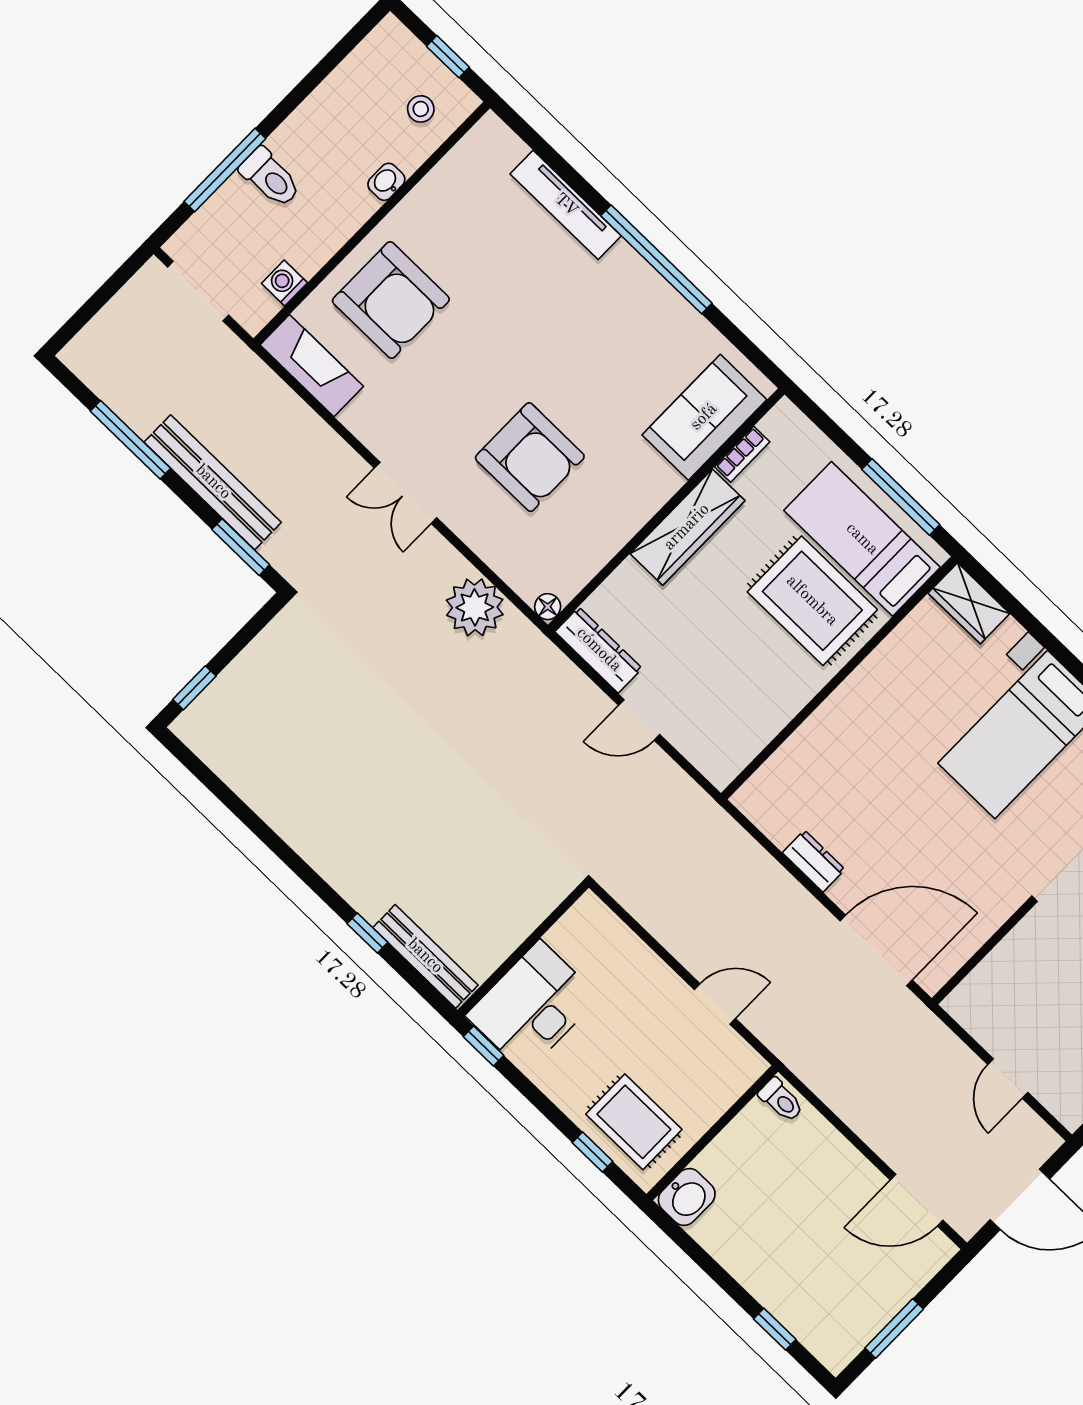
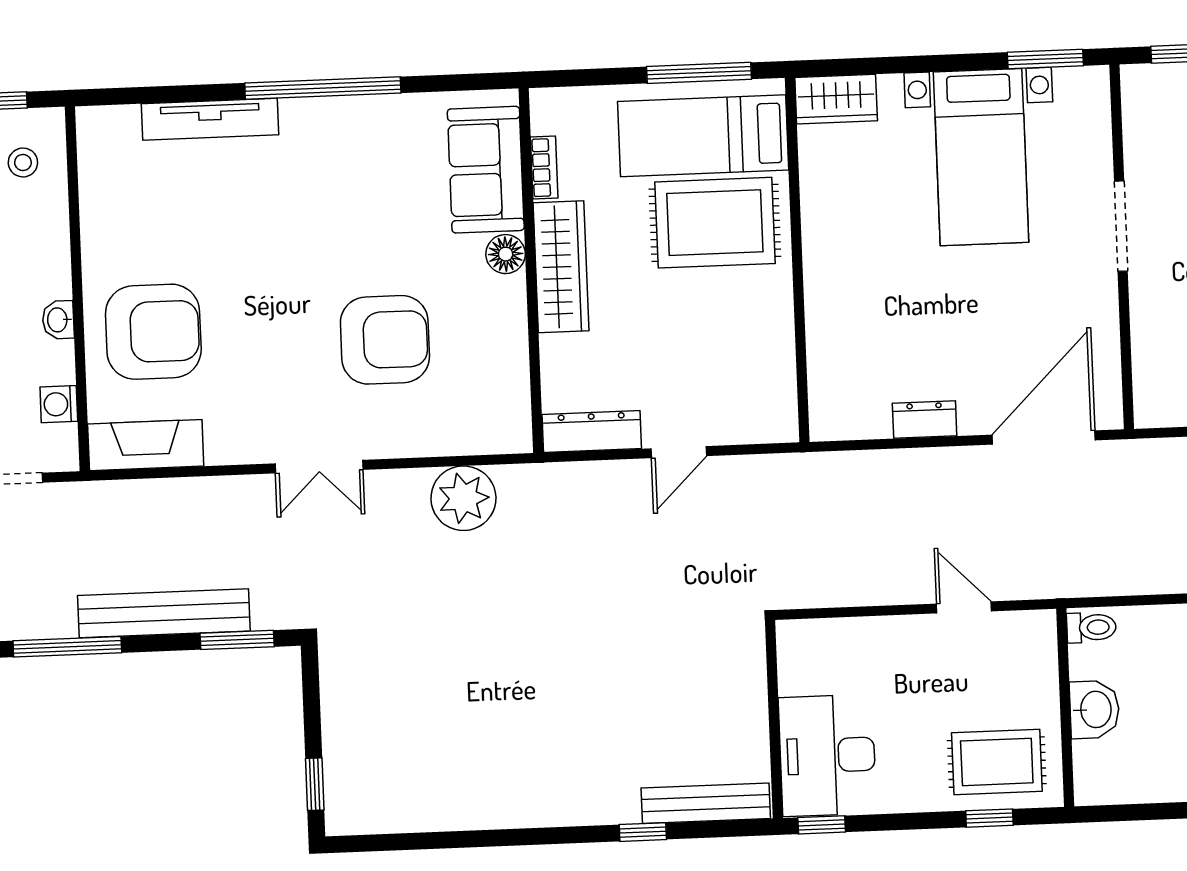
washbasin: (386, 182) -> (58, 320), moved
floor lamp: (548, 607) -> (506, 254), moved, width x1.37, depth x1.37
door: (715, 1004) -> (964, 607), hinge flipped
washbasin: (687, 1197) -> (1095, 709), moved

